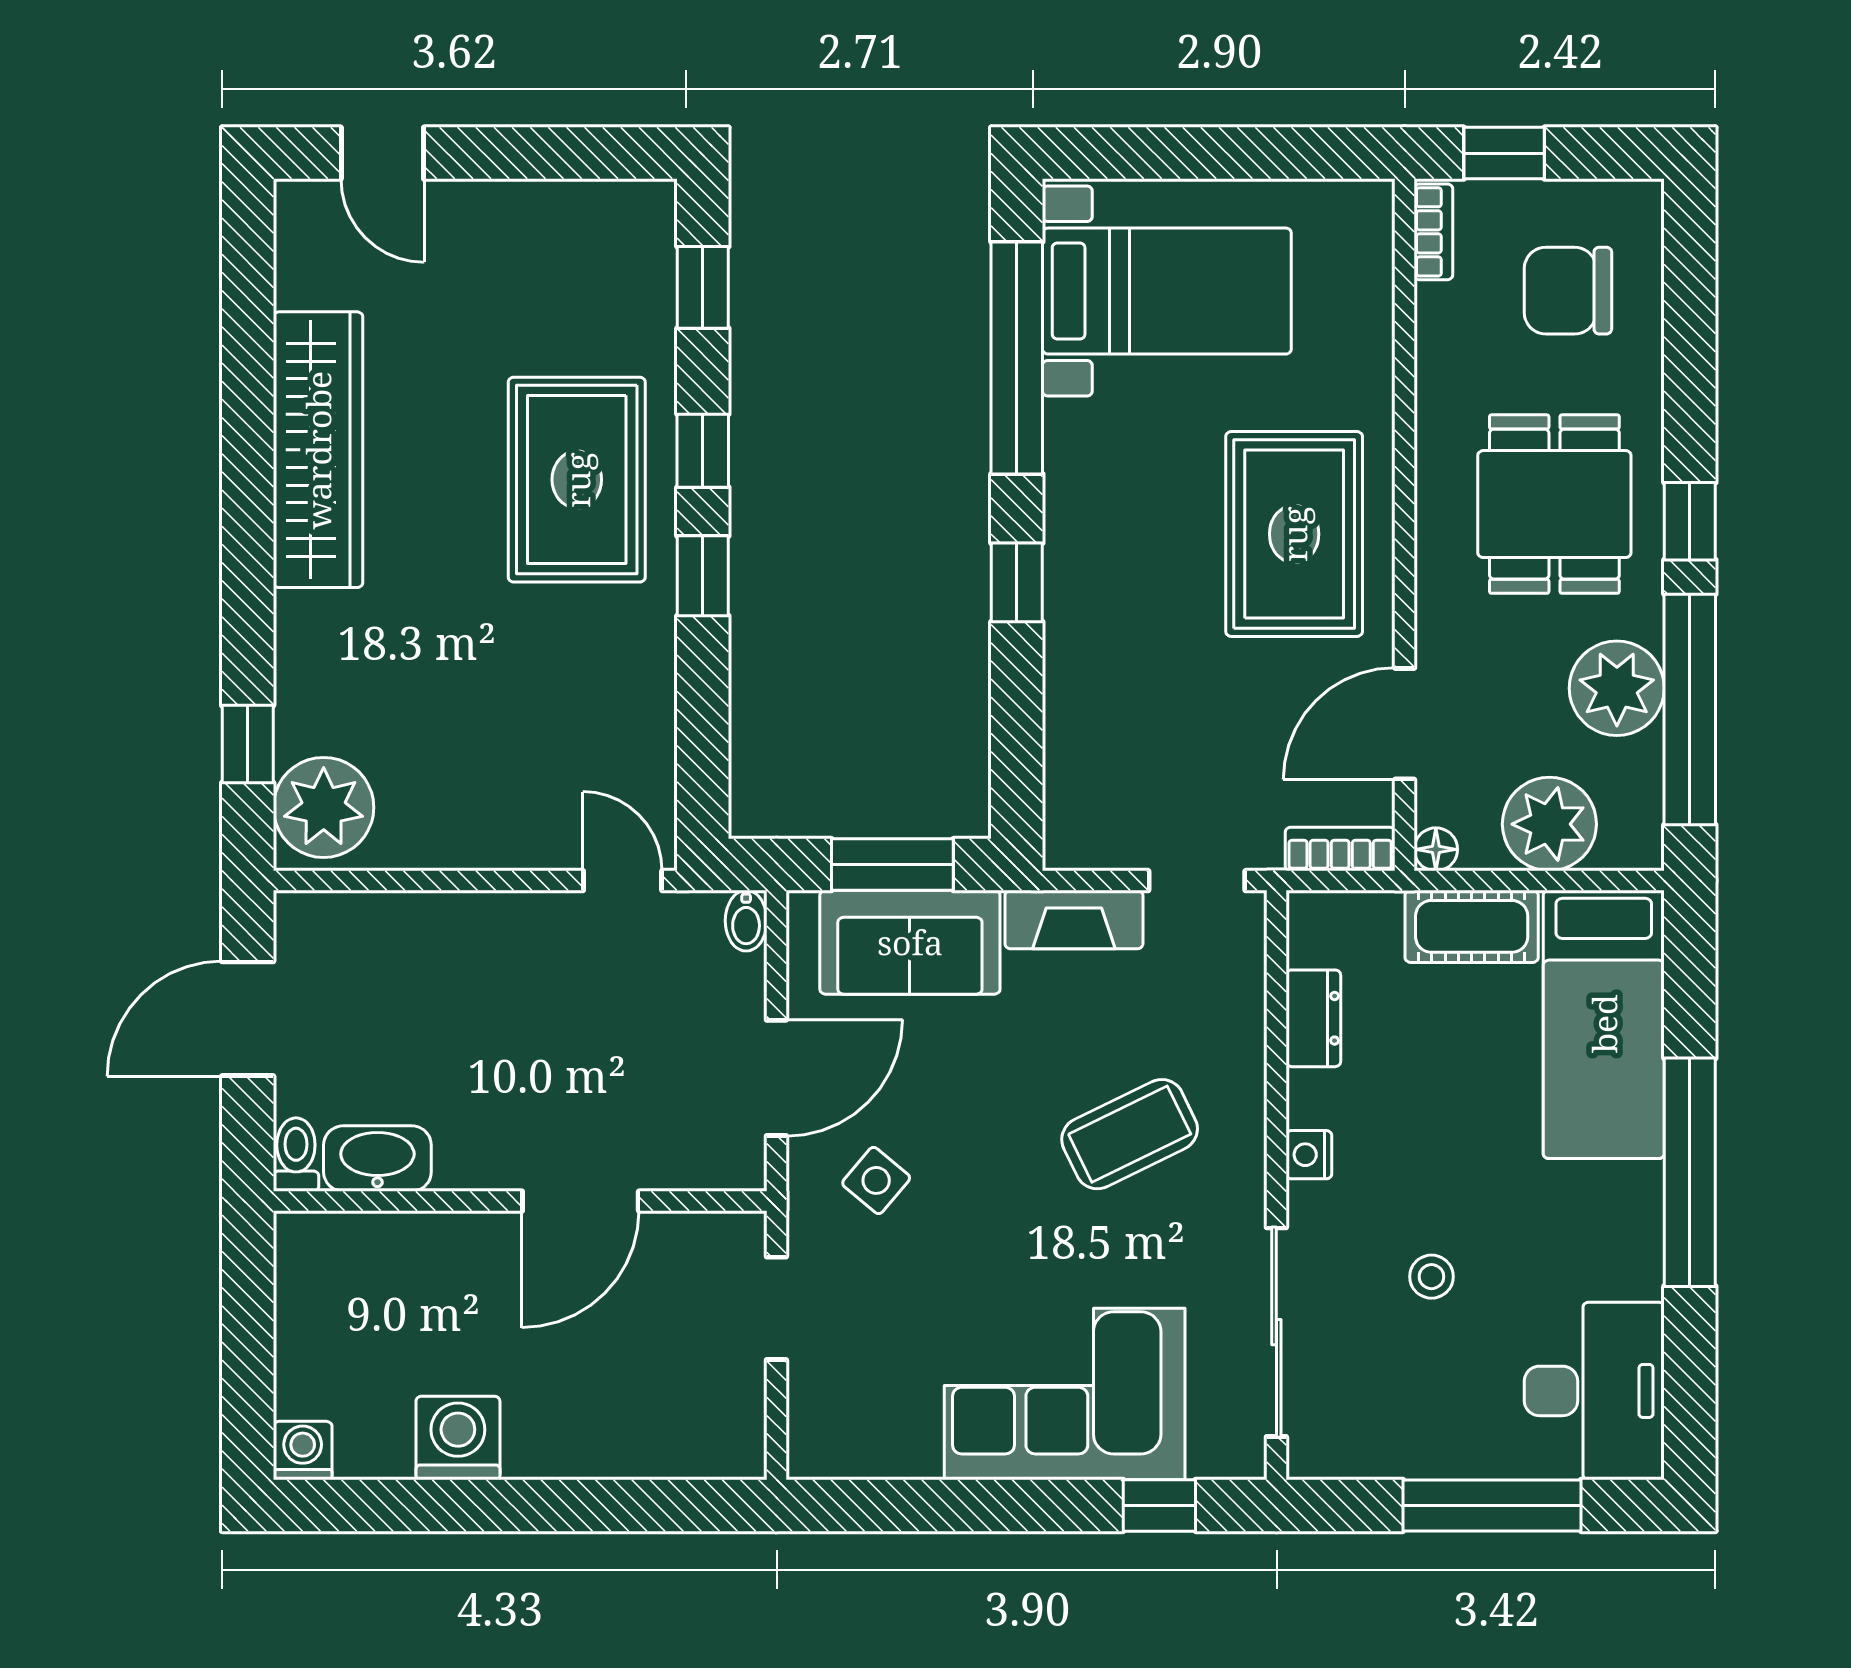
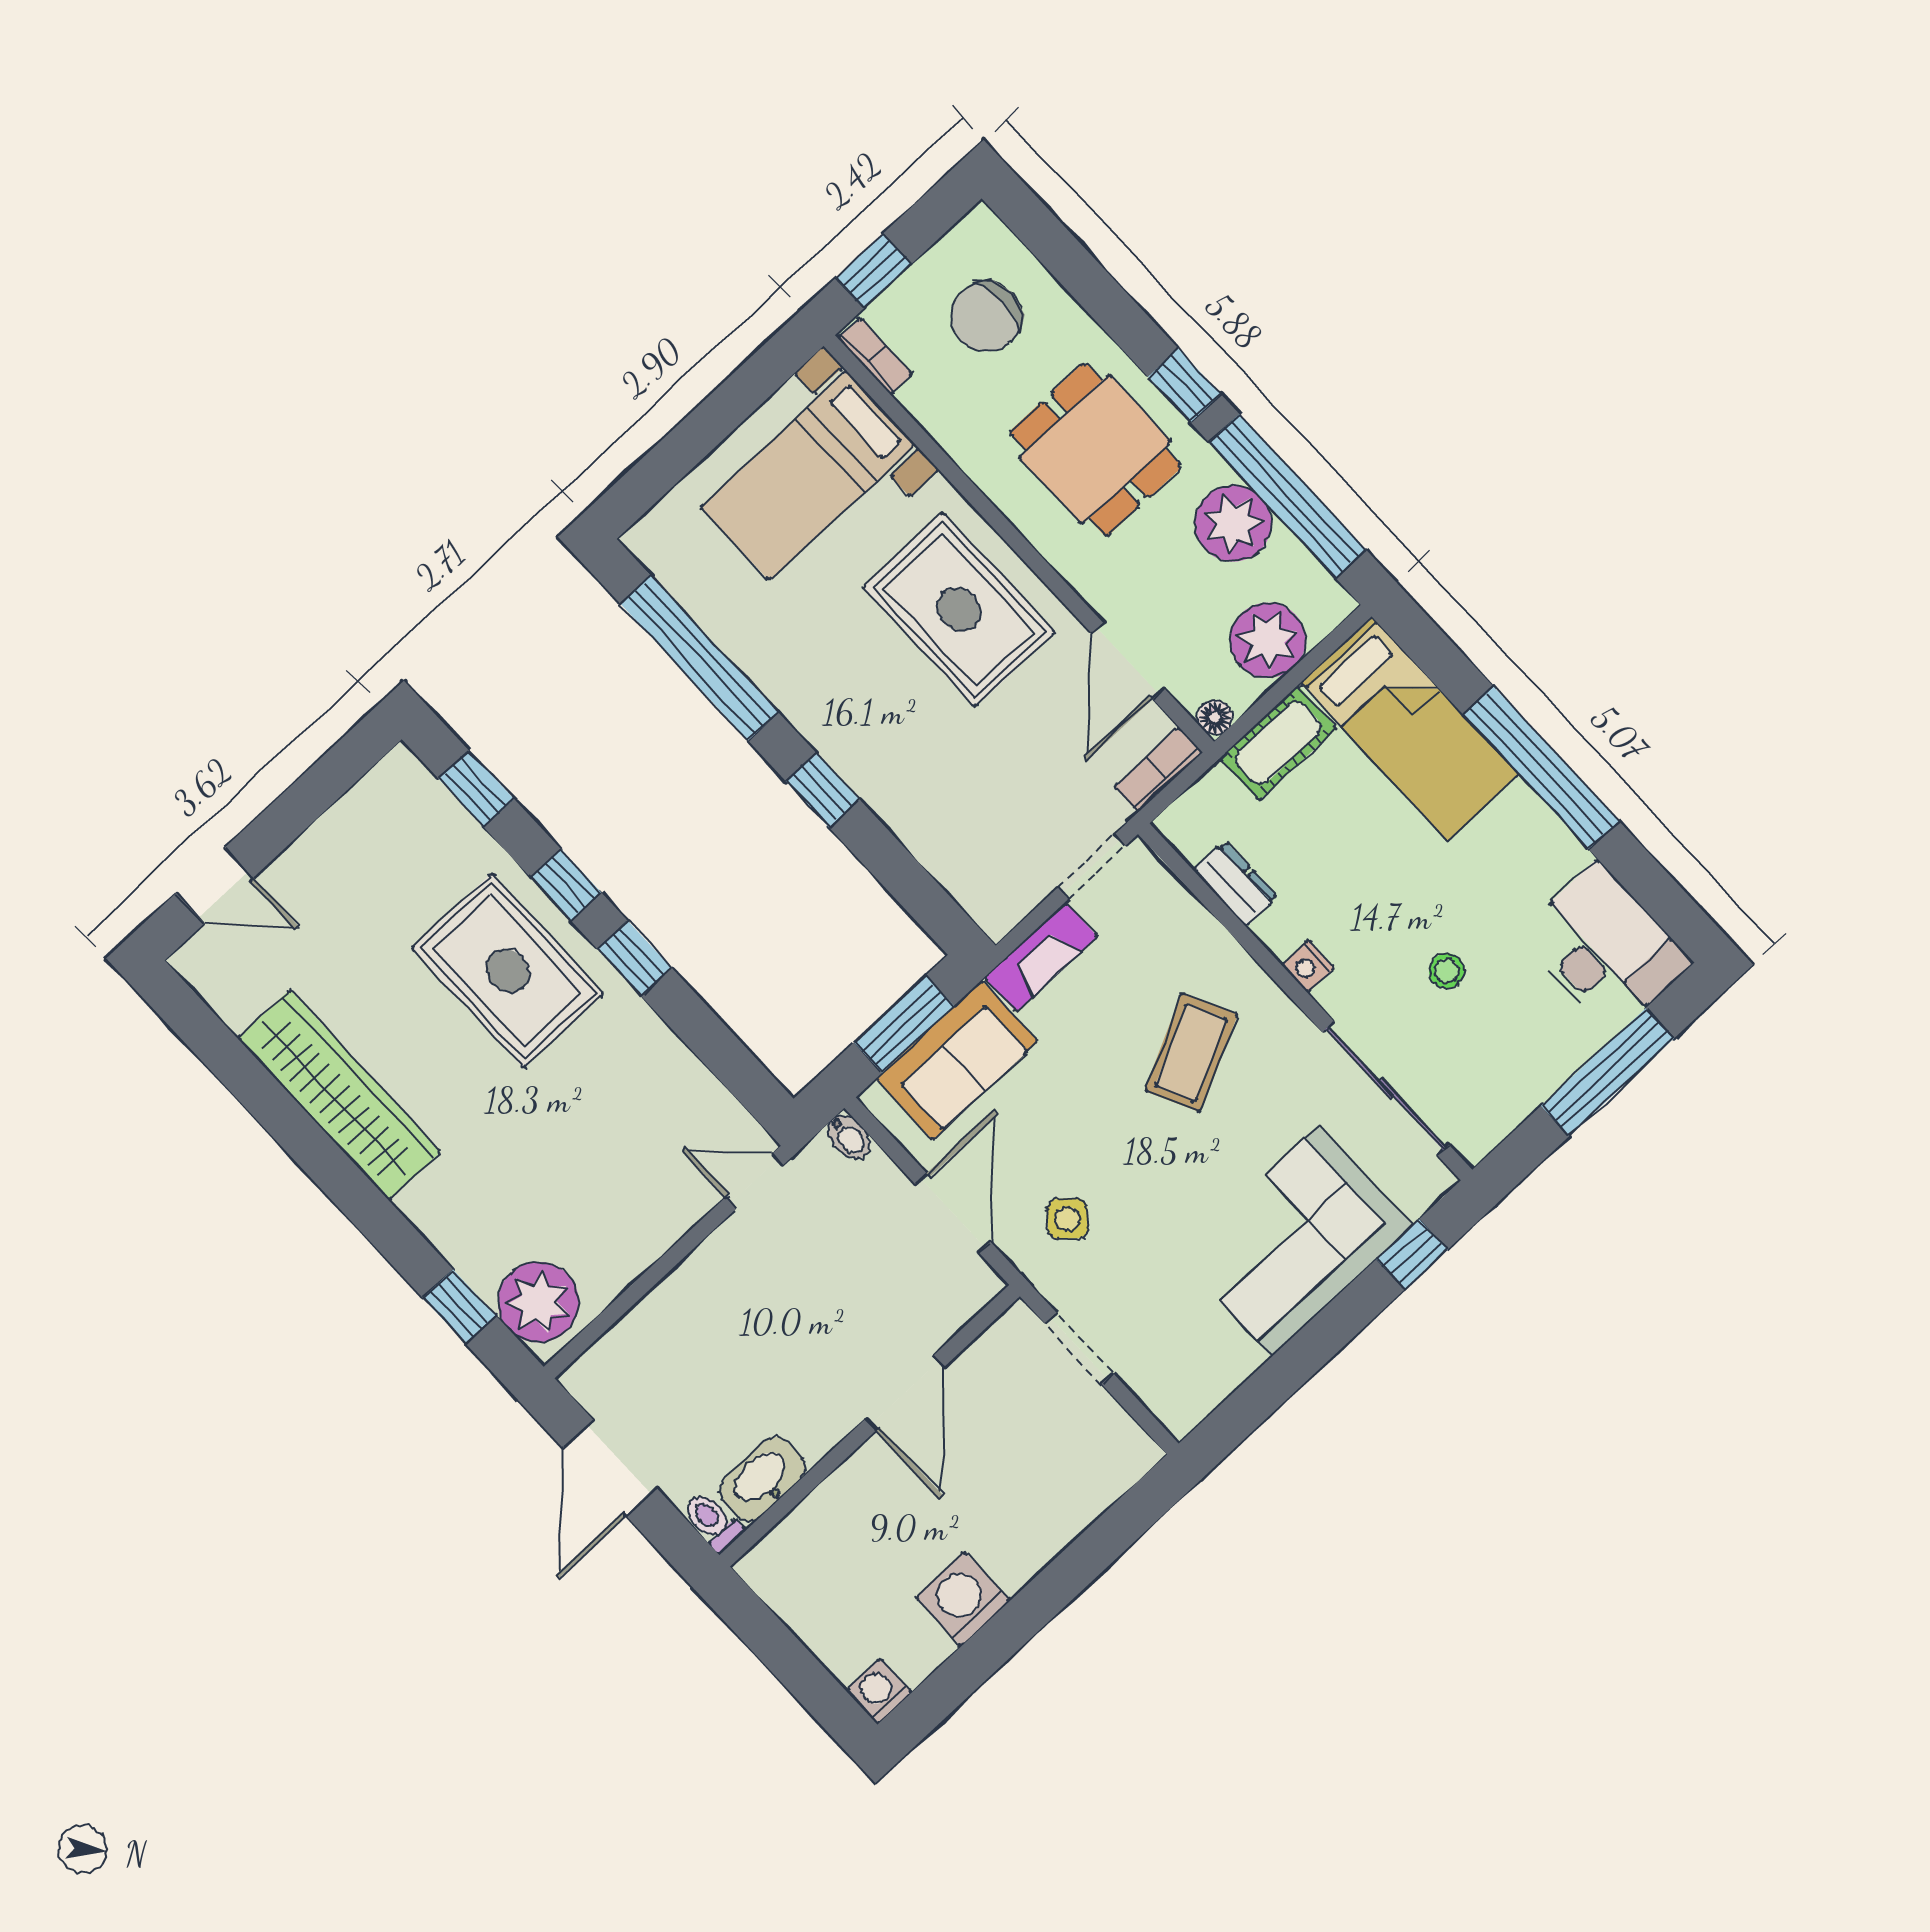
bed with nightstands: (1167, 291) -> (808, 476), moved, turned 180

